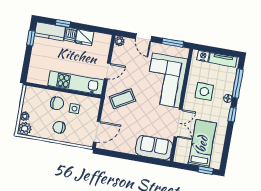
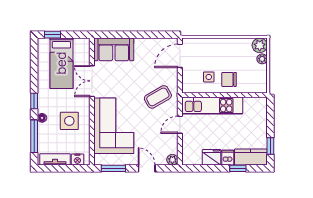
chair: (59, 127) -> (222, 53), removed

